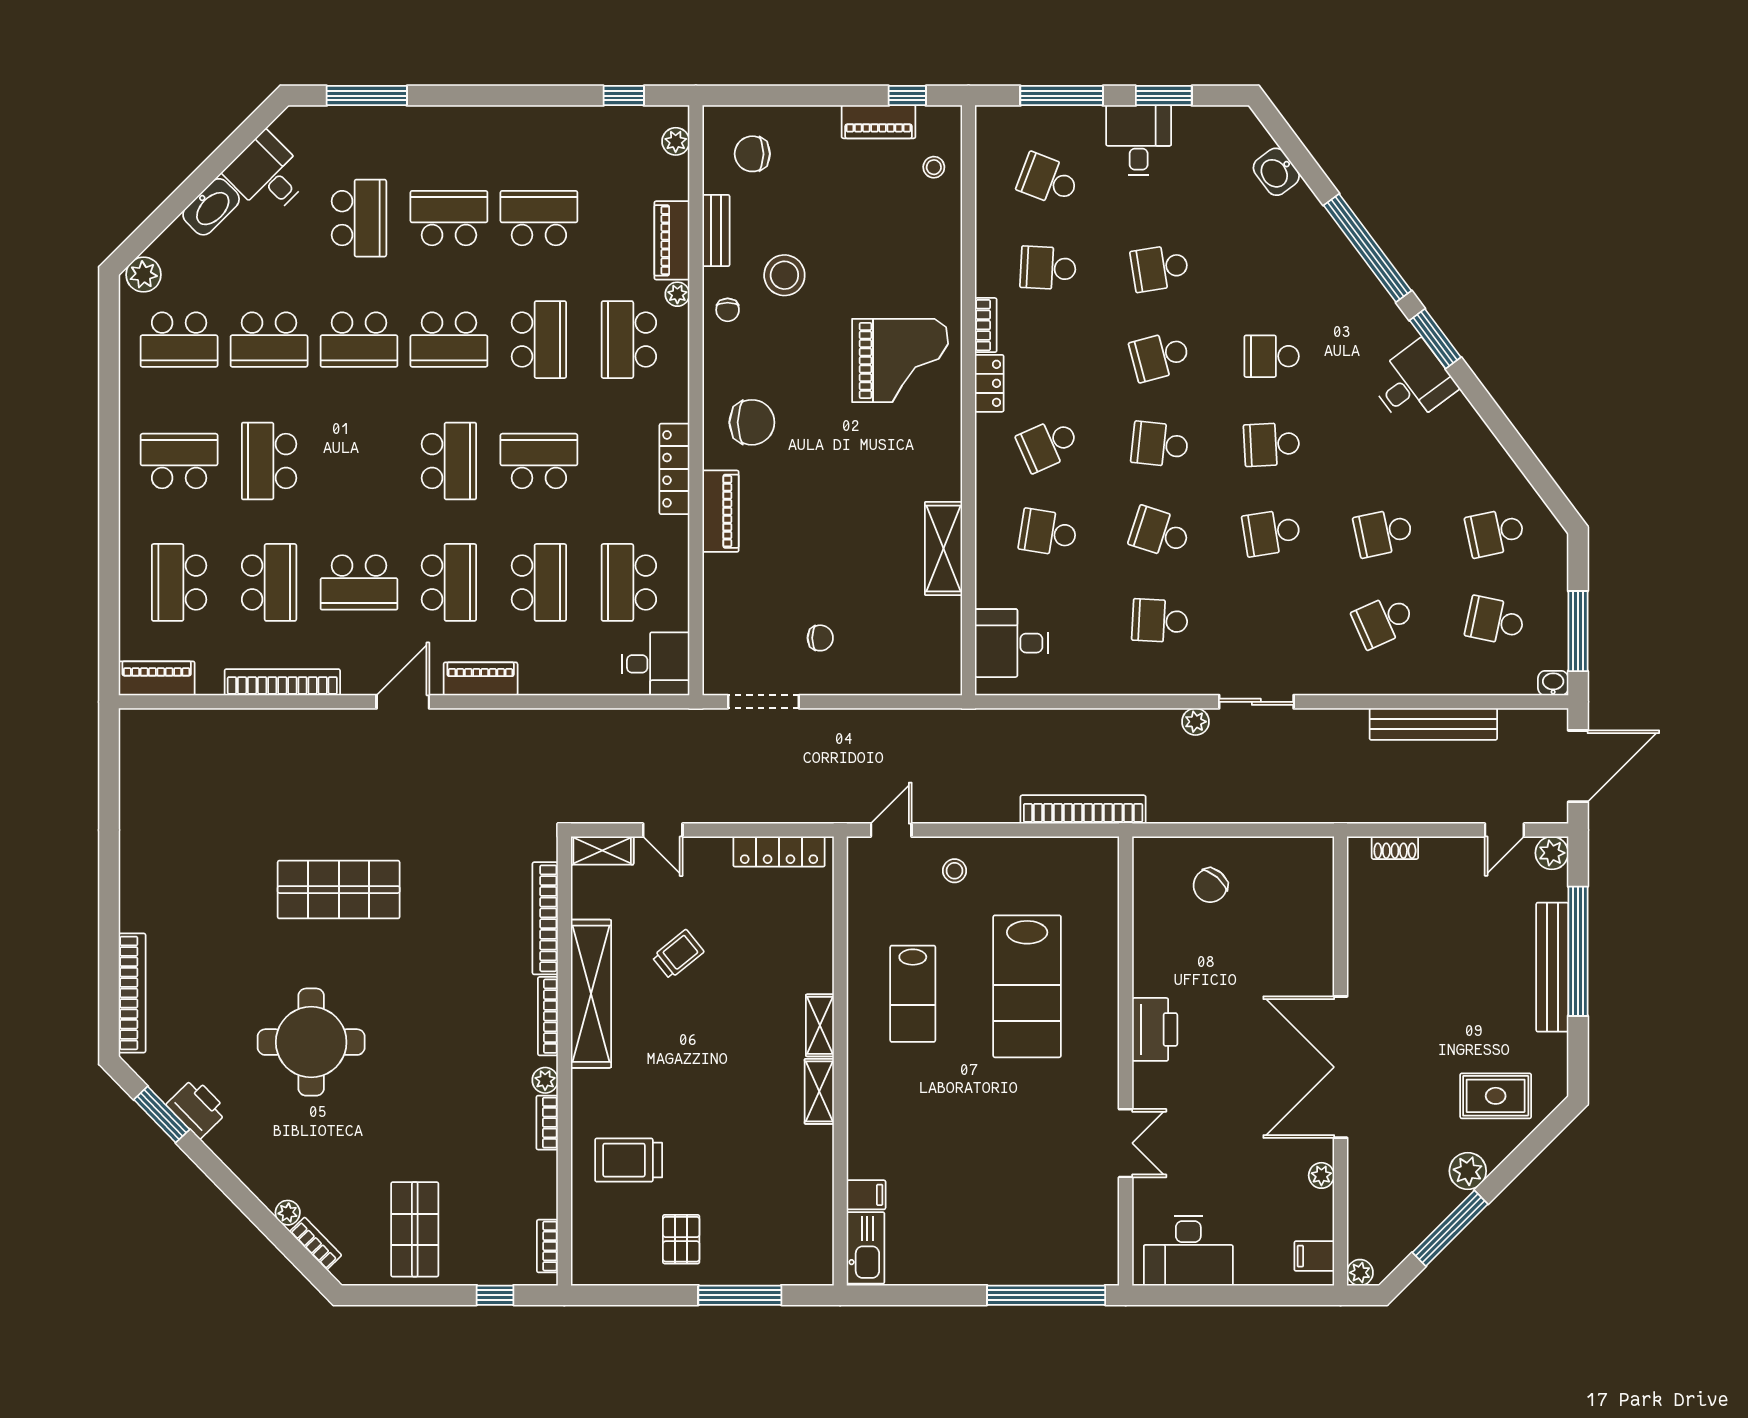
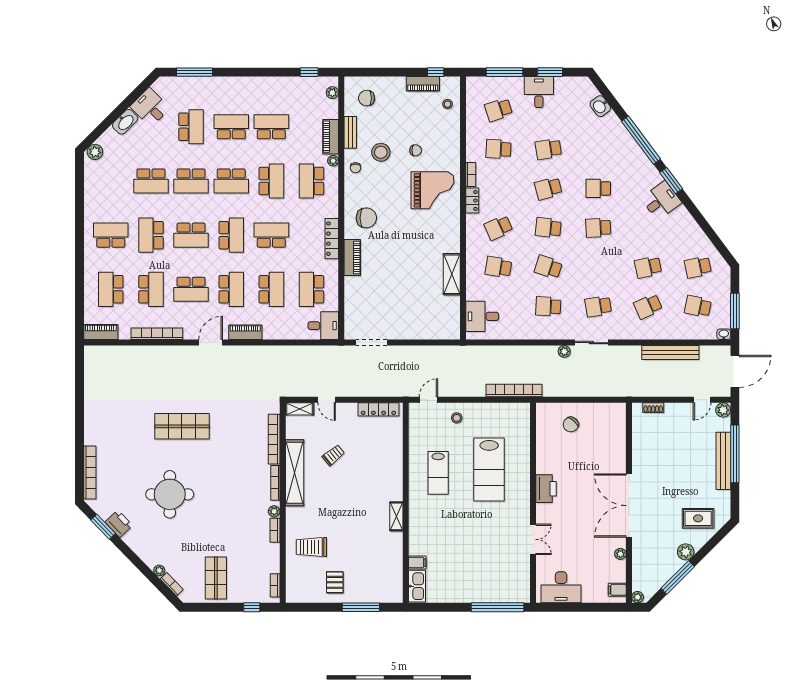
school desk: (1048, 180) -> (498, 110), turned -39
school desk: (179, 340) -> (191, 235), moved
school desk: (1272, 533) -> (598, 306), moved
chair: (820, 638) -> (416, 150), moved
shelving: (820, 1025) -> (397, 487), removed

